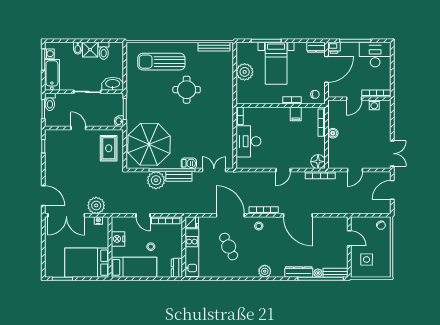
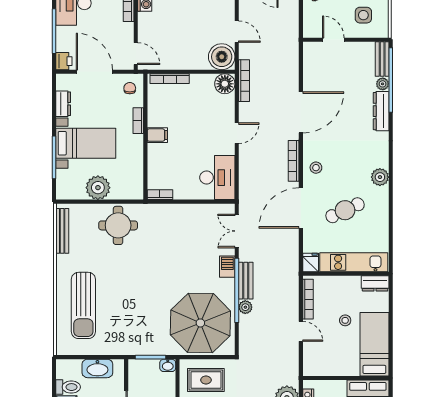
dresser: (316, 47) -> (63, 104), moved
washbasin: (113, 84) -> (97, 368), moved, turned -90
round table: (187, 90) -> (118, 225), moved
door: (354, 99) -> (136, 54), moved
filing cabinet: (296, 114) -> (157, 135), moved
boiler: (333, 133) -> (222, 57), moved, width x1.86, depth x1.86
desk: (248, 141) -> (217, 178), moved, turned -90
door: (283, 170) -> (237, 133), hinge flipped
plant: (156, 180) -> (245, 307), width x0.53, depth x0.53
door: (143, 215) -> (301, 331), hinge flipped
door: (349, 238) -> (333, 40), hinge flipped
nightstand: (118, 239) -> (334, 367), removed
plant: (265, 271) -> (380, 177), moved

